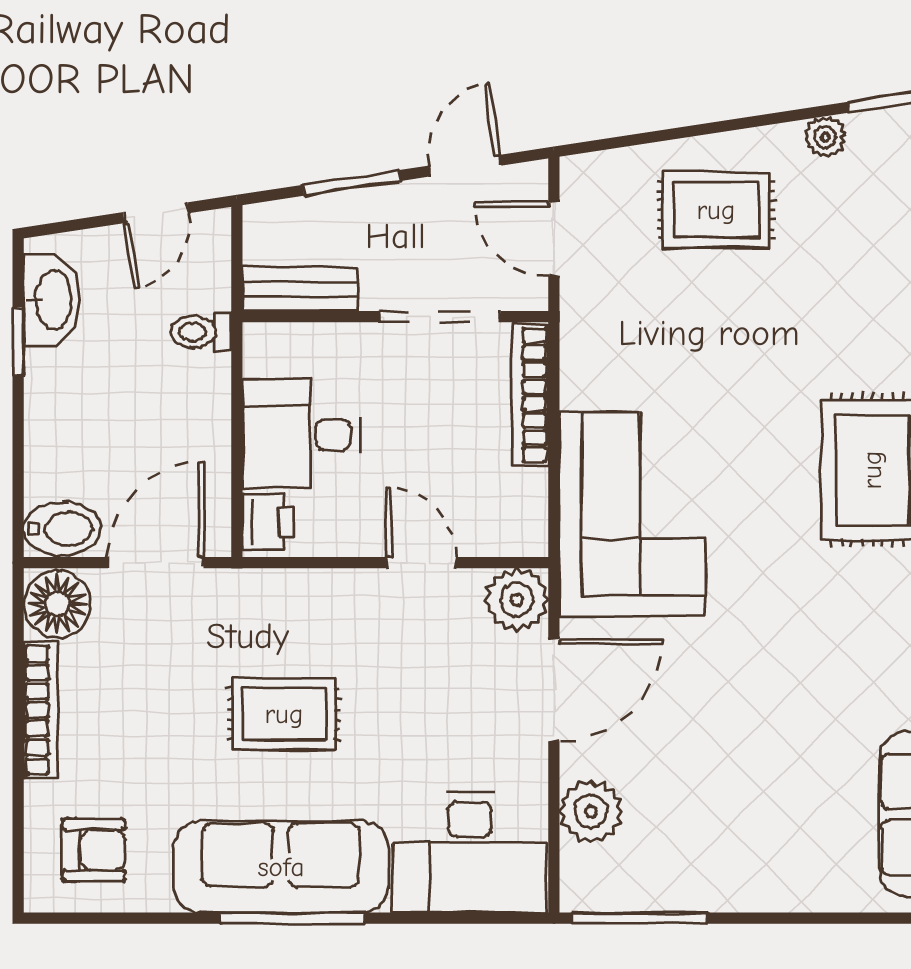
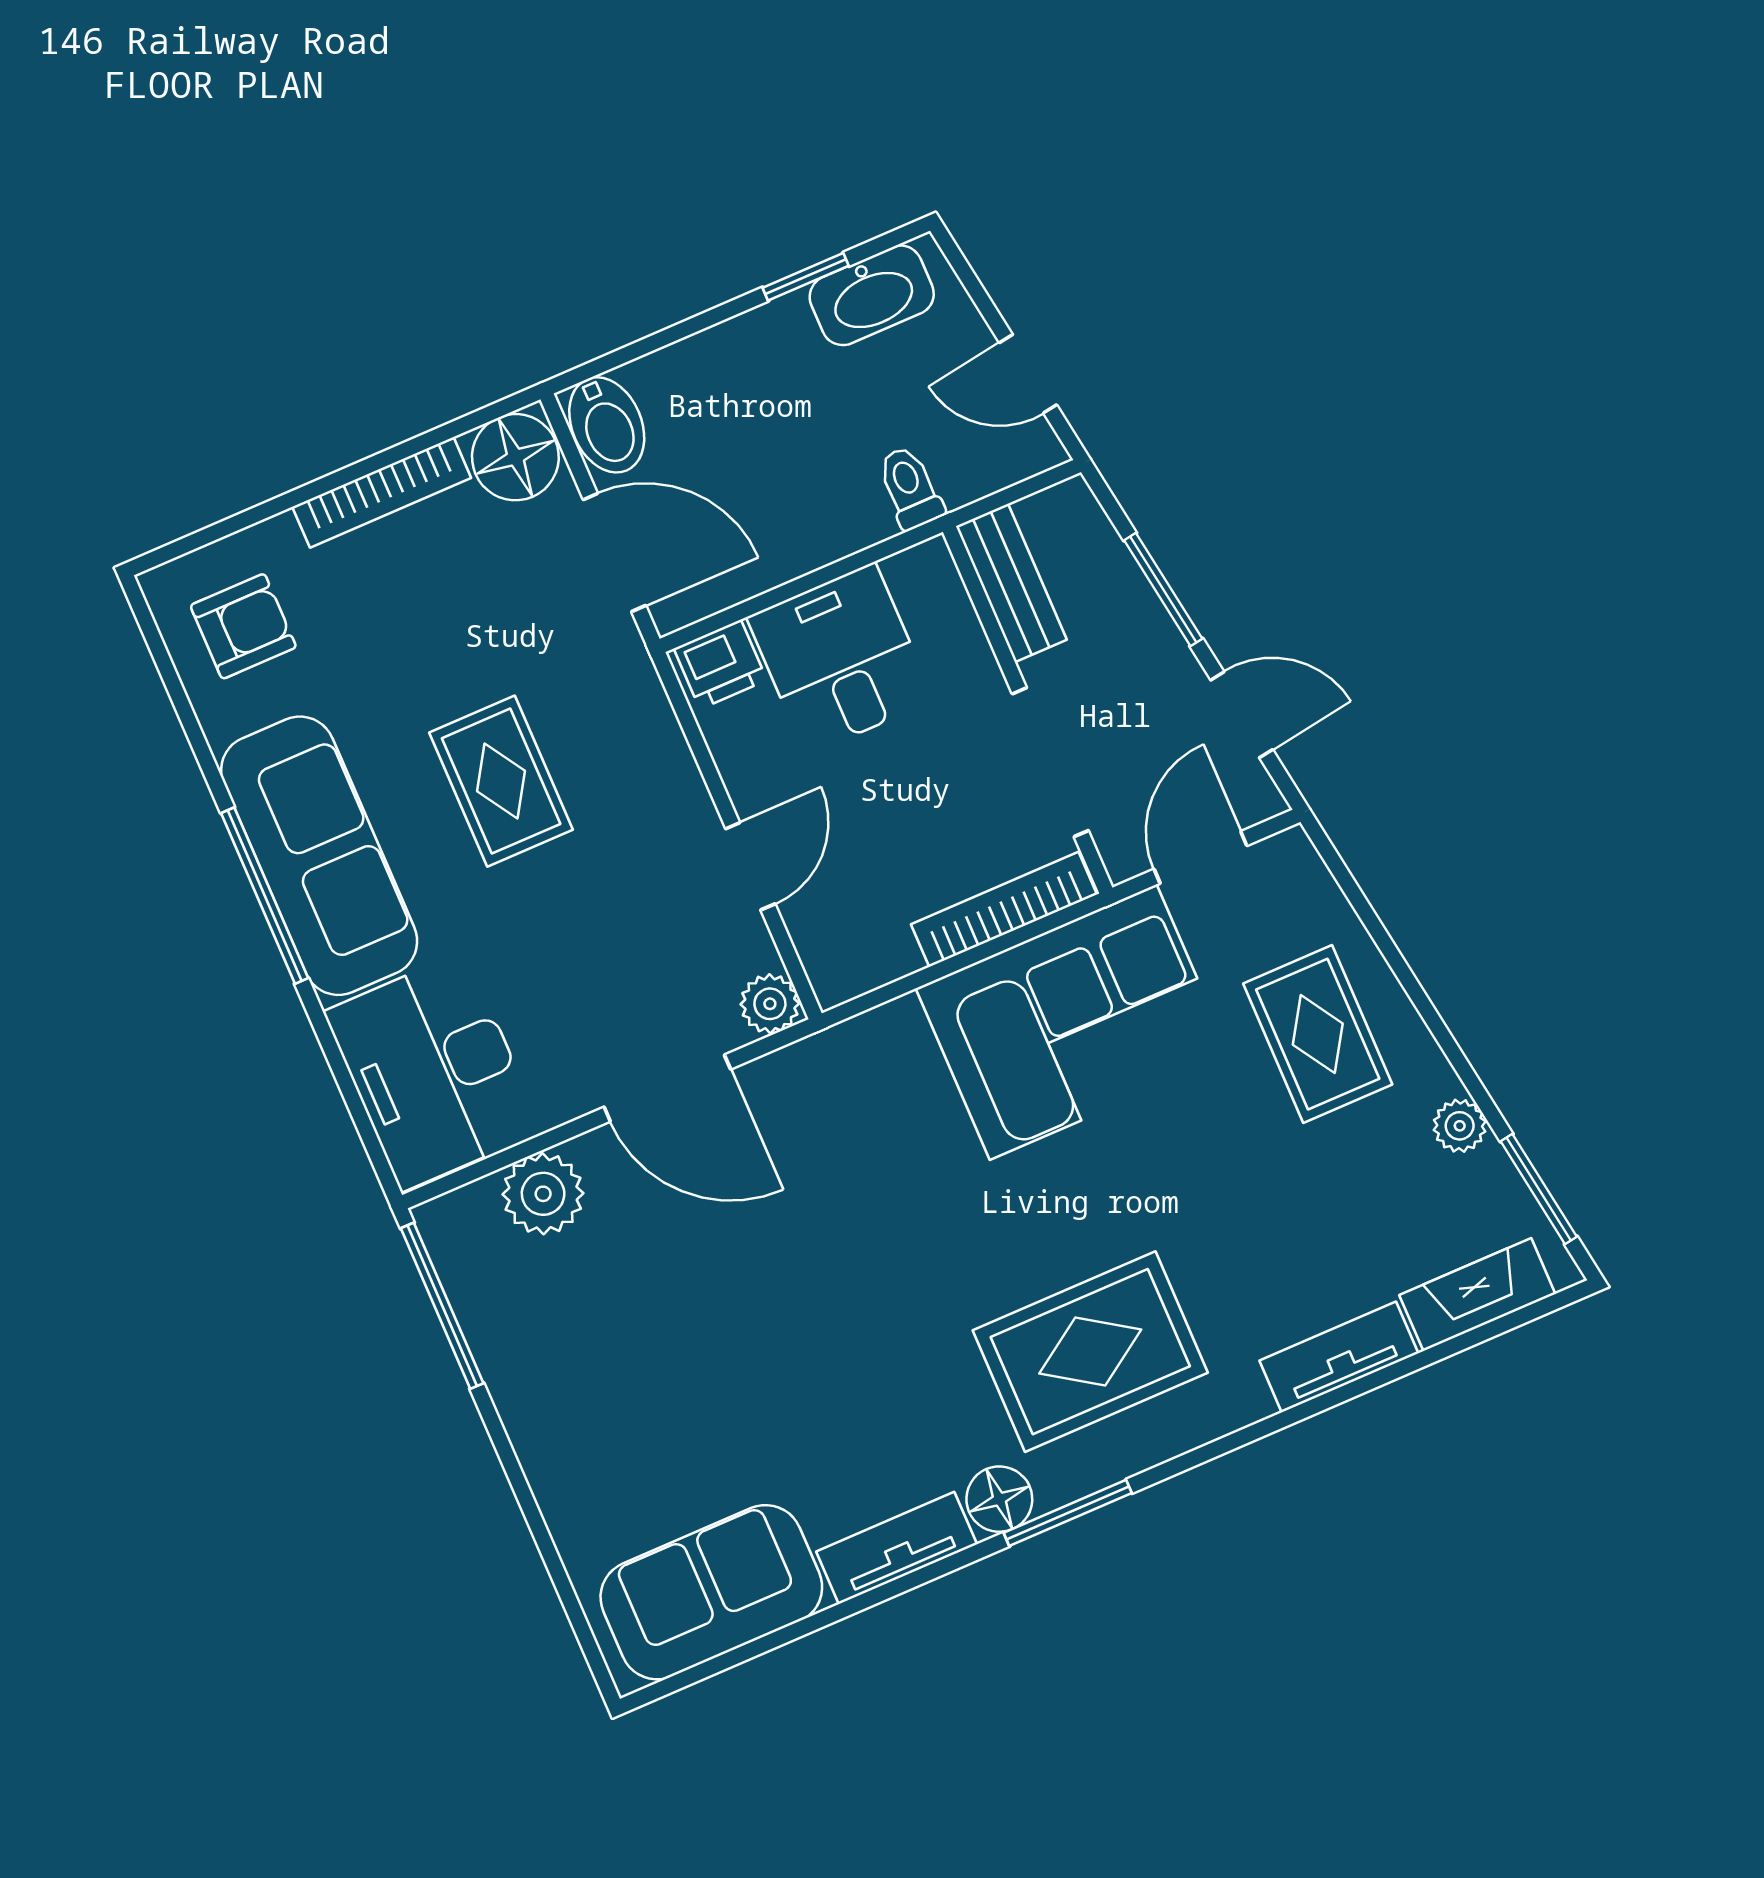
corner sofa: (632, 514) -> (1073, 1022), moved
plant: (517, 600) -> (770, 1004), width x0.73, depth x0.73
armchair: (94, 850) -> (243, 626), turned -90

